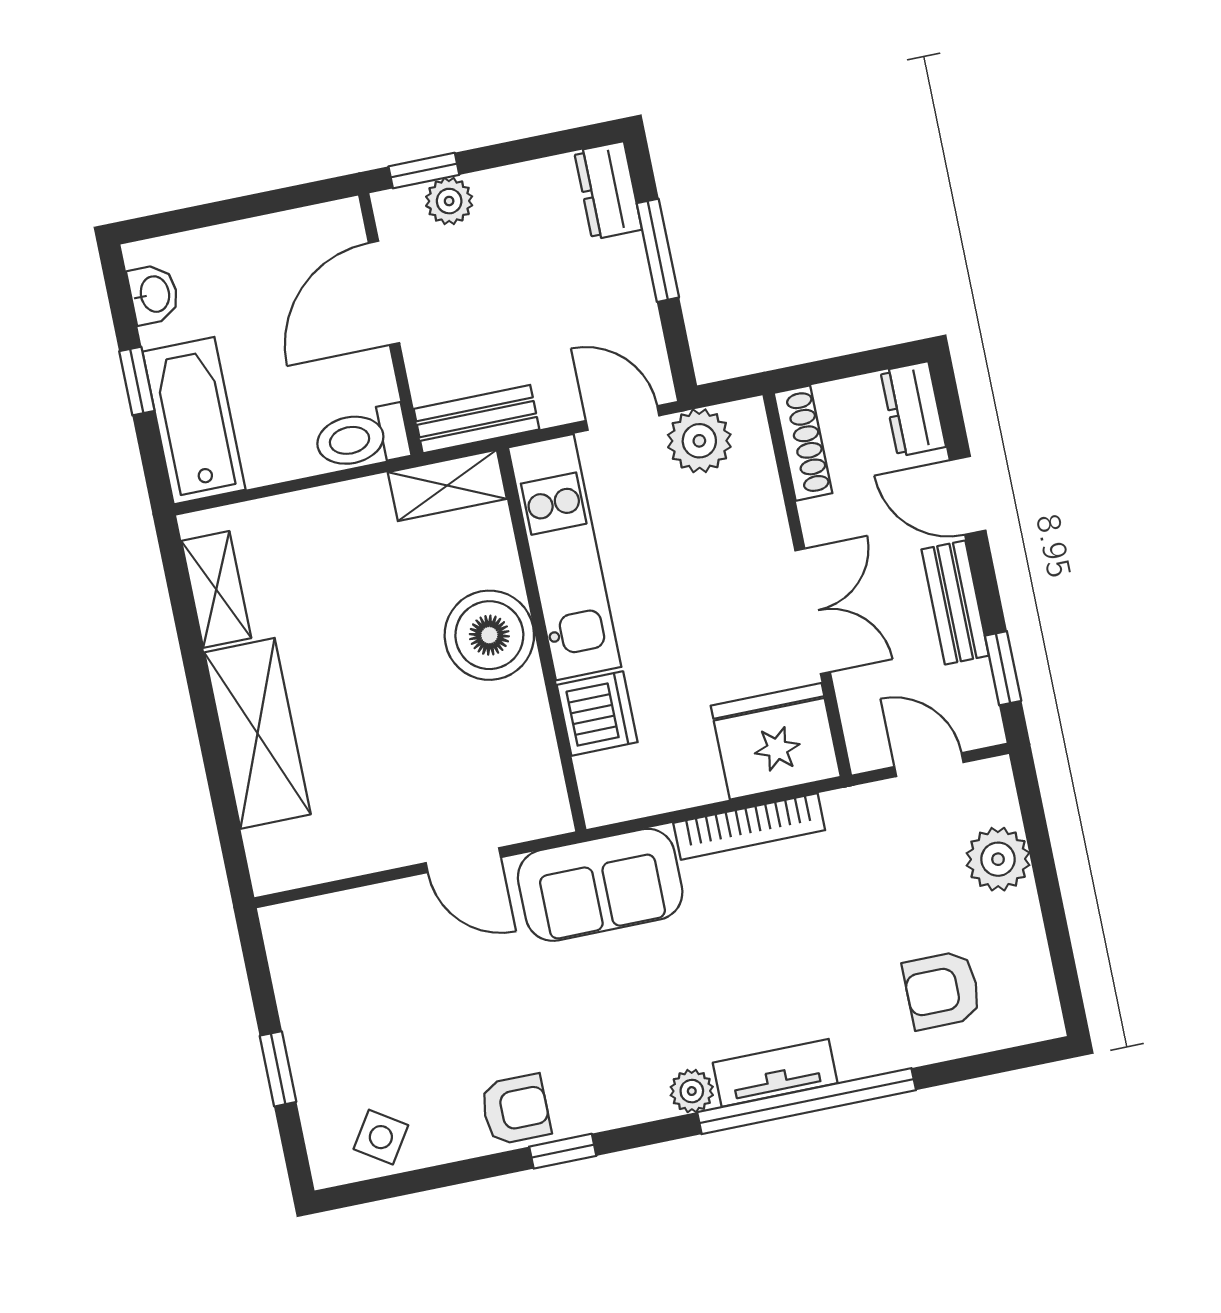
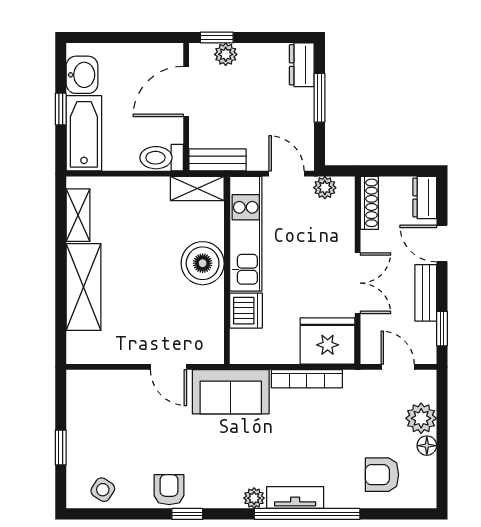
washbasin: (154, 294) -> (82, 75), width x1.38, depth x1.45
plant: (699, 441) -> (325, 188), width x0.73, depth x0.73
floor lamp: (1021, 912) -> (427, 446), added
armchair: (516, 1109) -> (169, 490), turned -90

